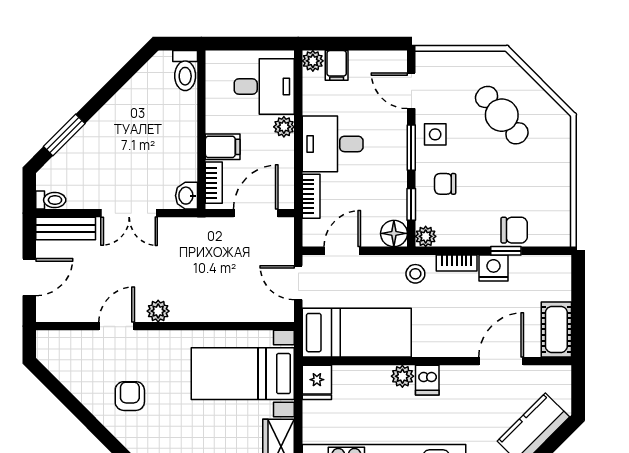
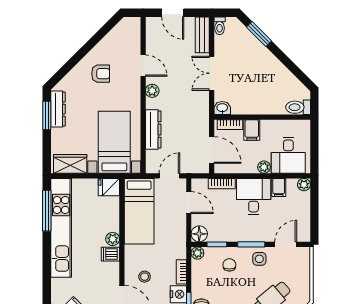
filing cabinet: (337, 65) -> (279, 187), moved, turned -90
stool: (415, 274) -> (145, 277), moved
dresser: (222, 309) -> (153, 130), added

